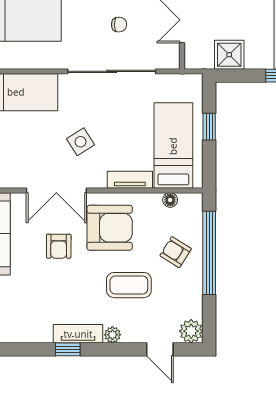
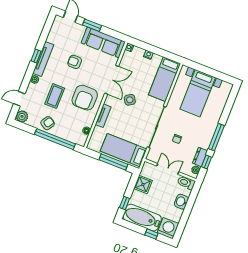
window: (209, 127) -> (113, 162), width x2.17
bed: (173, 146) -> (124, 150), moved, turned 180
double door: (56, 190) -> (112, 80), swing flipped
armchair: (59, 246) -> (75, 62), moved
armchair: (176, 252) -> (48, 123), moved
tv unit: (78, 334) -> (43, 59), width x1.41

